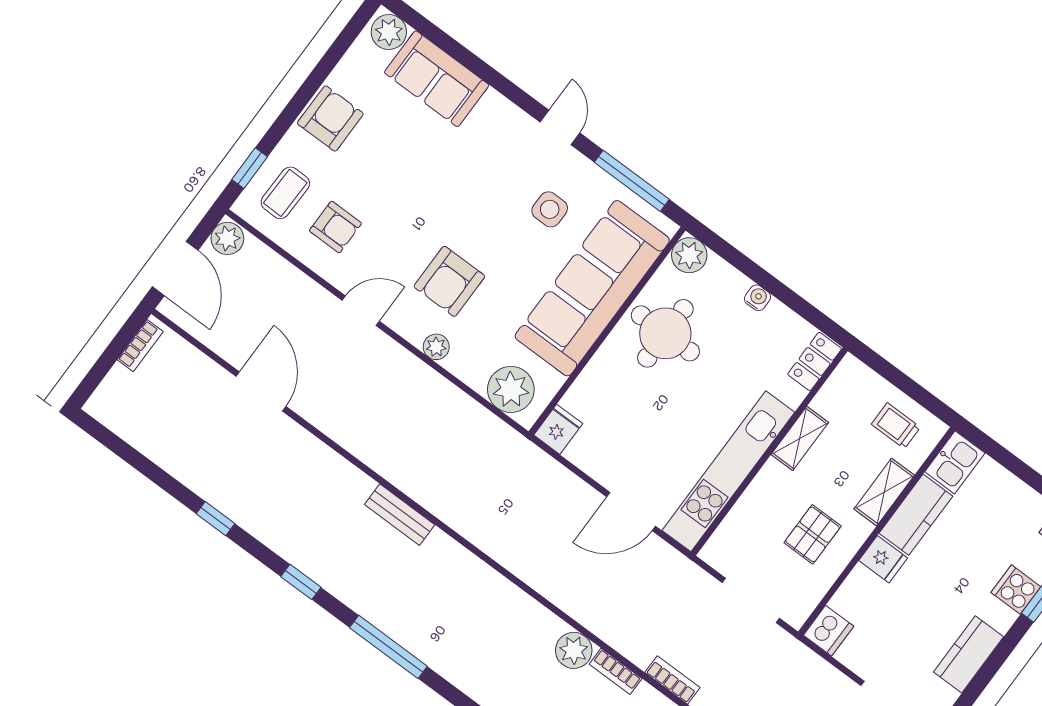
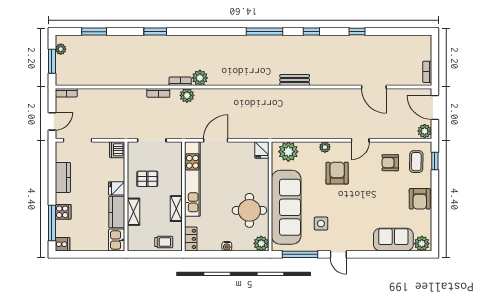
trolley: (896, 426) -> (164, 242), moved
pallet: (813, 534) -> (147, 179), turned 90
plant: (622, 635) -> (187, 95), added

